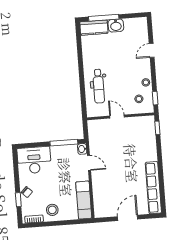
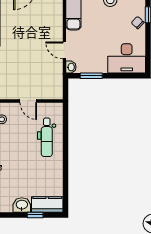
window: (104, 18) -> (35, 215), width x0.46
dental chair: (99, 86) -> (47, 137), turned 180
window: (64, 143) -> (91, 76), width x0.69

